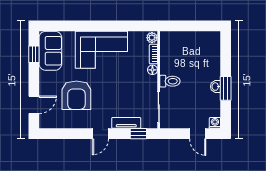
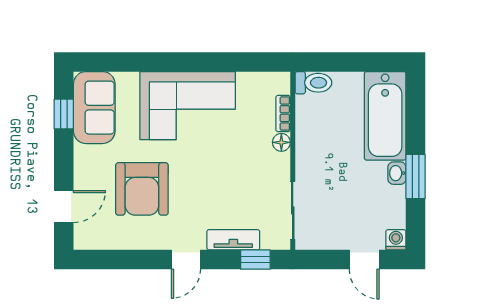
plant: (152, 38) -> (280, 83), removed
bathtub: (209, 55) -> (385, 116), added
toilet: (170, 81) -> (313, 83), moved

